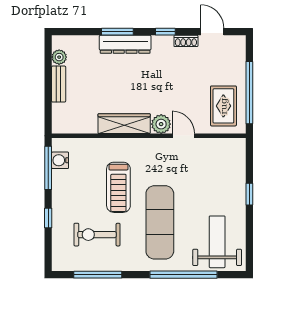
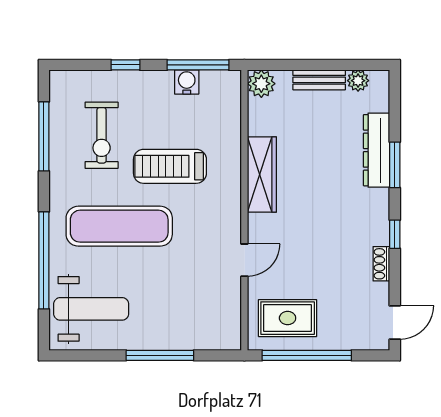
door: (212, 32) -> (395, 322), moved
dresser: (125, 44) -> (377, 150), moved
plant: (161, 124) -> (261, 84), moved
water cooler: (60, 160) -> (187, 82), moved
window: (249, 194) -> (160, 355), width x2.17
exercise bike: (97, 235) -> (102, 135), turned 180

